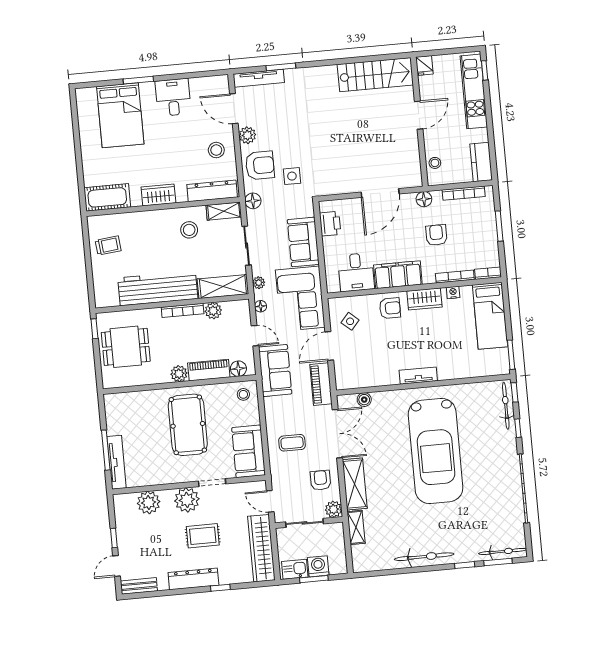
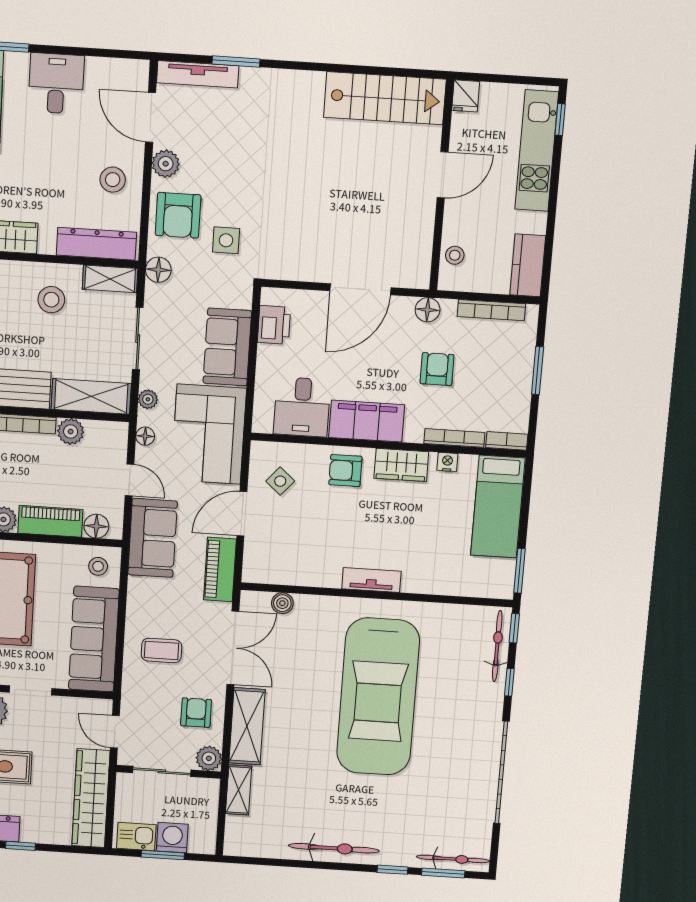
armchair: (260, 165) -> (178, 215), turned 90
armchair: (390, 308) -> (345, 471), turned 180
sofa: (249, 451) -> (94, 639), width x1.36

